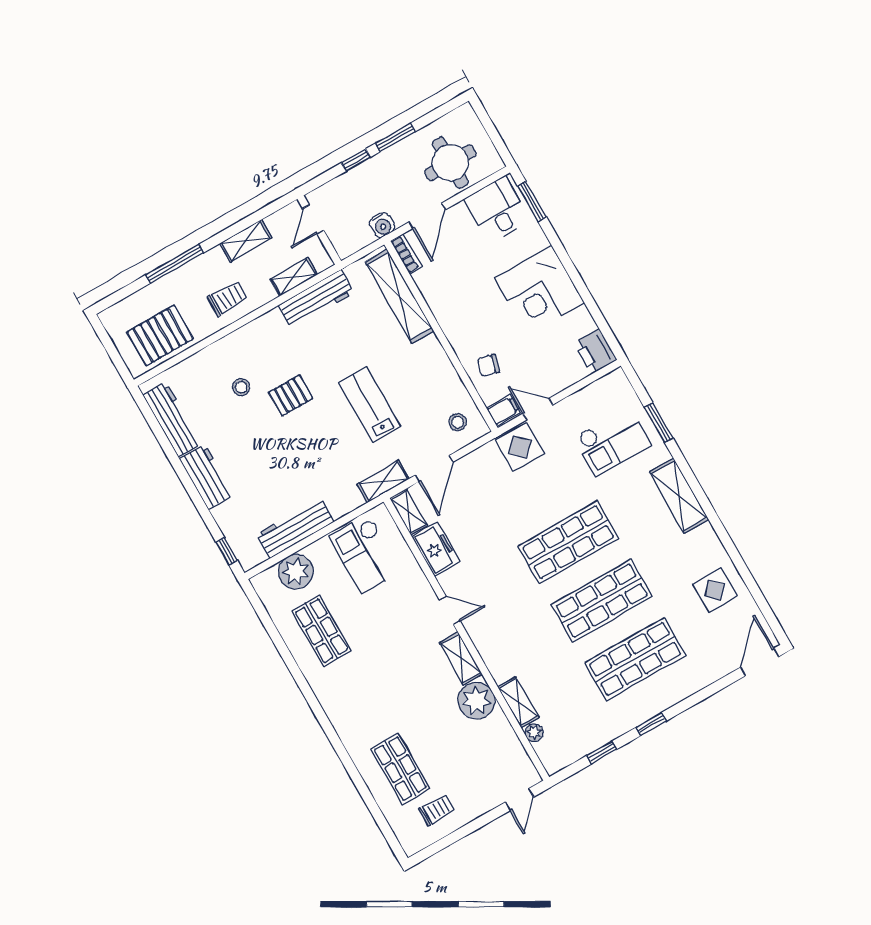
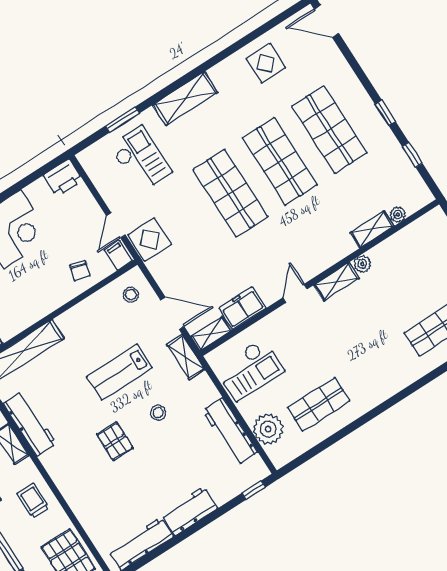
stool: (241, 387) -> (158, 413), moved
plant: (476, 701) -> (362, 264), width x0.53, depth x0.53

